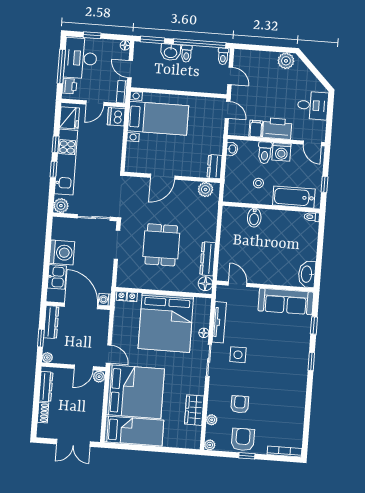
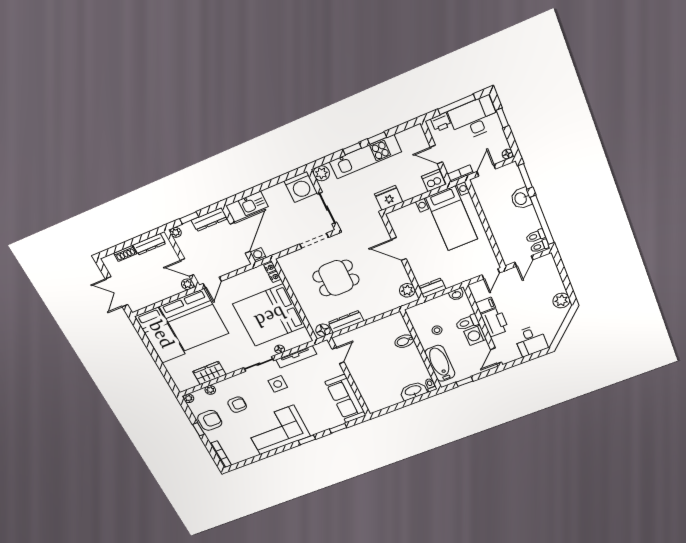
toilet: (186, 54) -> (535, 236), moved
fridge: (69, 118) -> (389, 198), moved, turned 180
washing machine: (62, 252) -> (301, 187), moved
washbasin: (307, 274) -> (413, 391), moved
corner sofa: (286, 383) -> (277, 430), added

